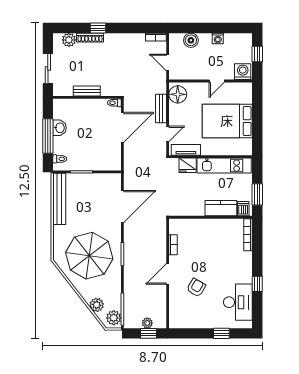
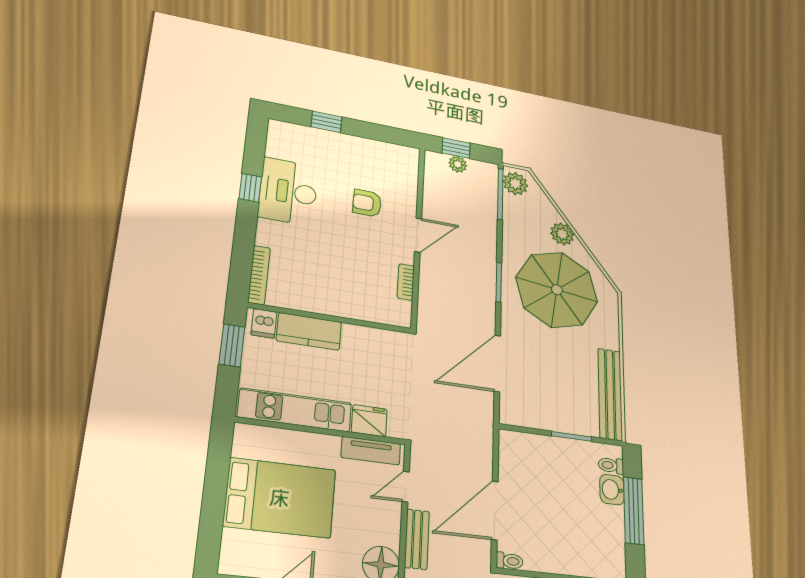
washbasin: (60, 128) -> (612, 490), moved
armchair: (196, 288) -> (367, 203), turned 61
desk: (238, 302) -> (288, 191), moved
plant: (97, 305) -> (562, 234), moved

